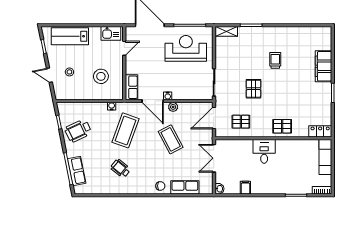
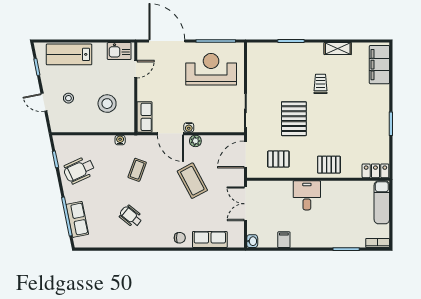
shelving: (226, 31) -> (338, 49), moved
filing cabinet: (323, 66) -> (379, 65), moved
pallet: (253, 89) -> (294, 119), width x1.50, depth x1.42
coffee table: (126, 130) -> (137, 170), width x0.54, depth x0.58

